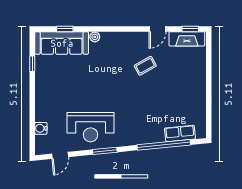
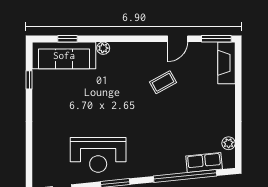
window: (190, 29) -> (216, 39), width x1.50
fireplace: (187, 39) -> (226, 63), moved, turned 90
plant: (201, 117) -> (229, 143), added
water cooler: (41, 128) -> (39, 156), removed

